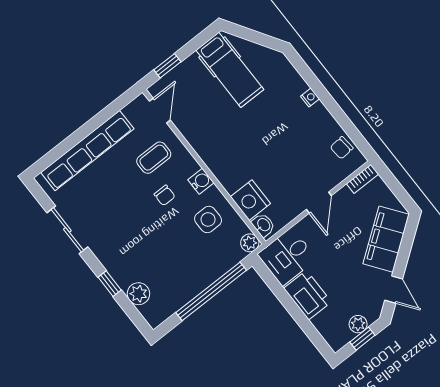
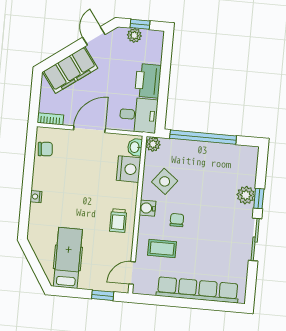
trolley: (216, 145) -> (118, 221), added
door: (319, 203) -> (89, 129), width x1.38
side table: (208, 219) -> (165, 181), turned 38
sliding door: (67, 230) -> (255, 240), moved
plant: (138, 294) -> (246, 195), moved

